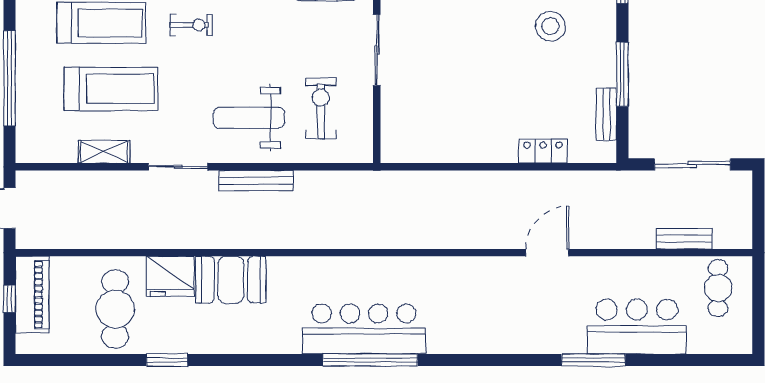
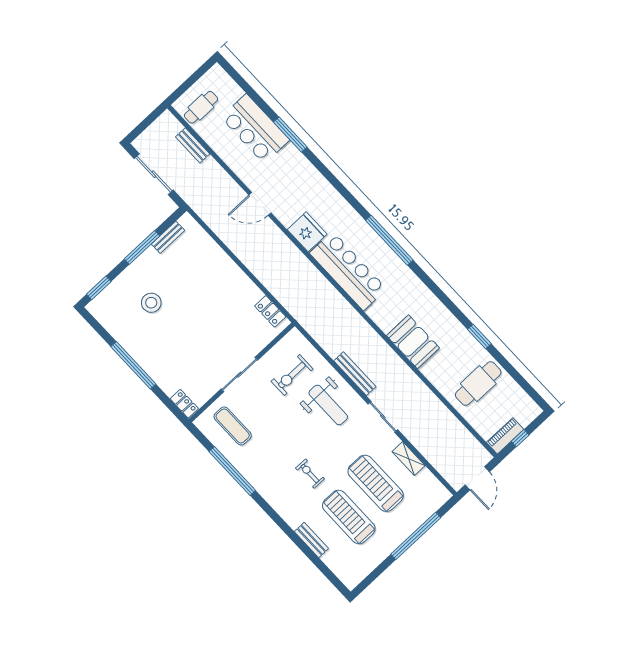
locker: (543, 151) -> (270, 311), moved
fridge: (170, 276) -> (307, 232), moved
piano: (32, 294) -> (505, 436), width x0.73, depth x0.75
bar counter: (364, 329) -> (348, 271), moved, turned 180

